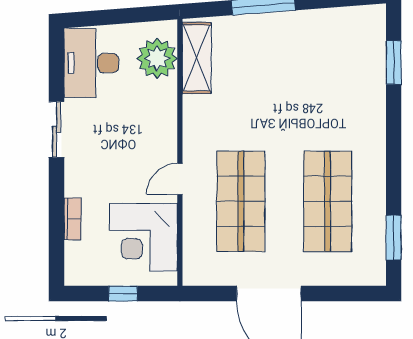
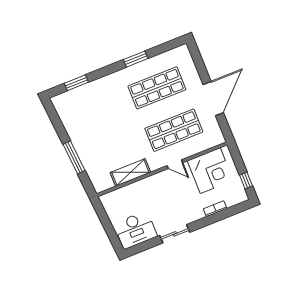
plant: (157, 58) -> (120, 199), removed
shelving: (197, 58) -> (130, 172), moved
window: (394, 238) -> (136, 59), moved
window: (123, 294) -> (246, 181), moved

